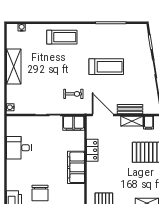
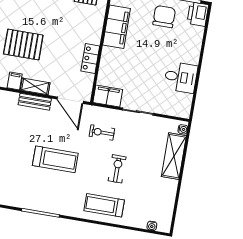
shelving: (14, 67) -> (174, 156), moved
exercise bike: (57, 67) -> (117, 169), added
treadmill: (106, 67) -> (55, 159), turned 180
filing cabinet: (76, 167) -> (117, 27), moved

